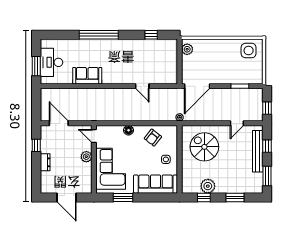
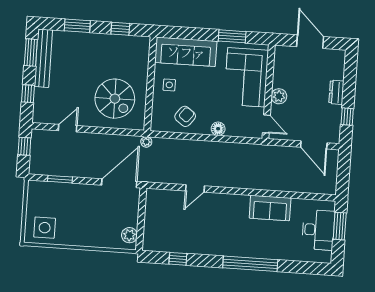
door: (142, 86) -> (195, 188), swing flipped
bench: (258, 151) -> (43, 58), moved
plant: (208, 186) -> (114, 44), removed

